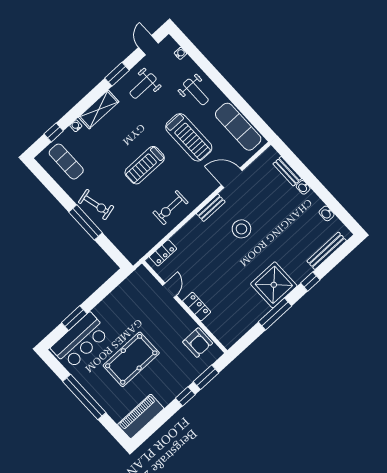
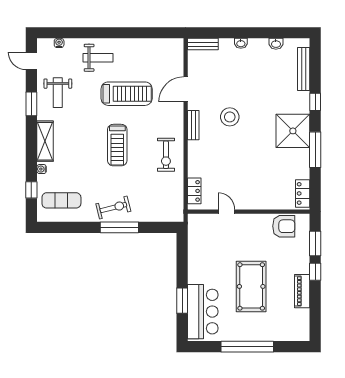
exercise mat: (238, 127) -> (152, 50), removed
bench: (287, 171) -> (203, 44), moved
locker: (197, 307) -> (303, 193), moved, turned -90
piano: (141, 416) -> (302, 291), moved, width x0.73, depth x0.75

